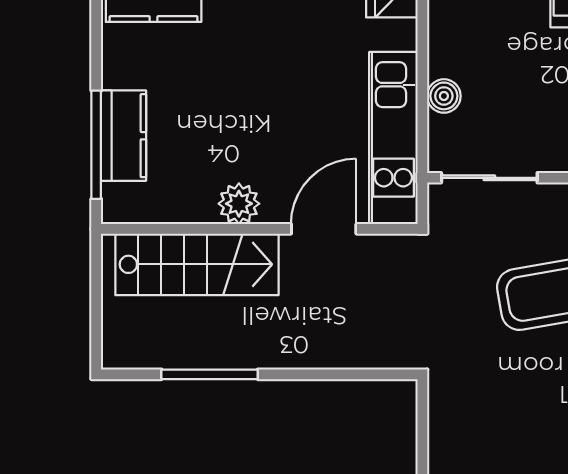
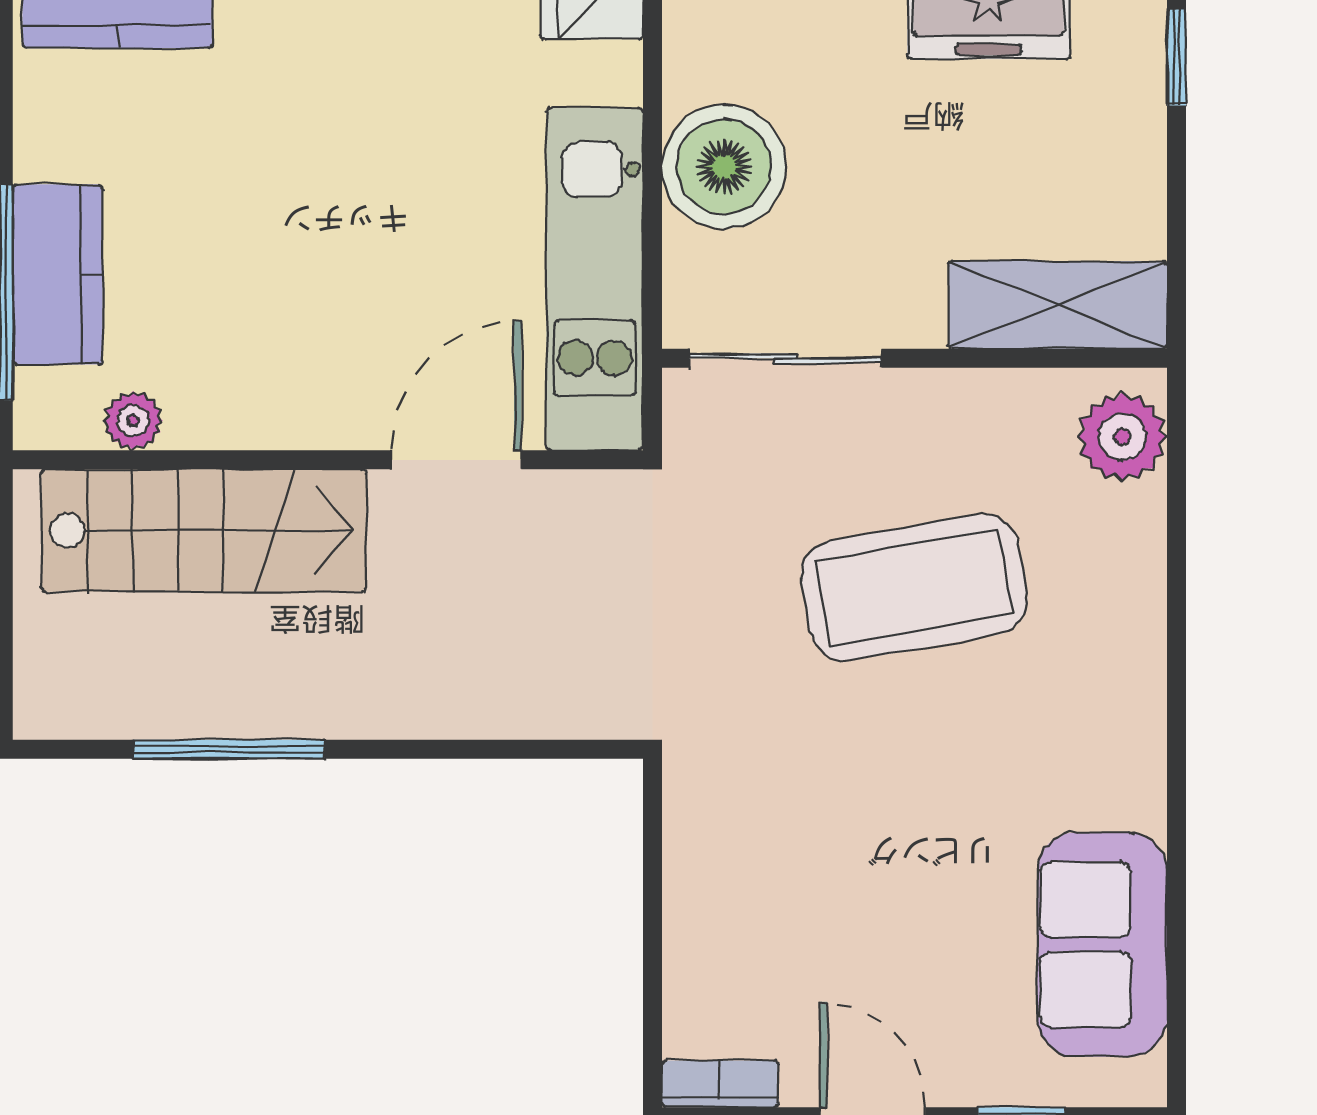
boiler: (444, 96) -> (724, 167), width x1.86, depth x1.86
plant: (239, 204) -> (133, 421), moved, width x0.73, depth x0.73

